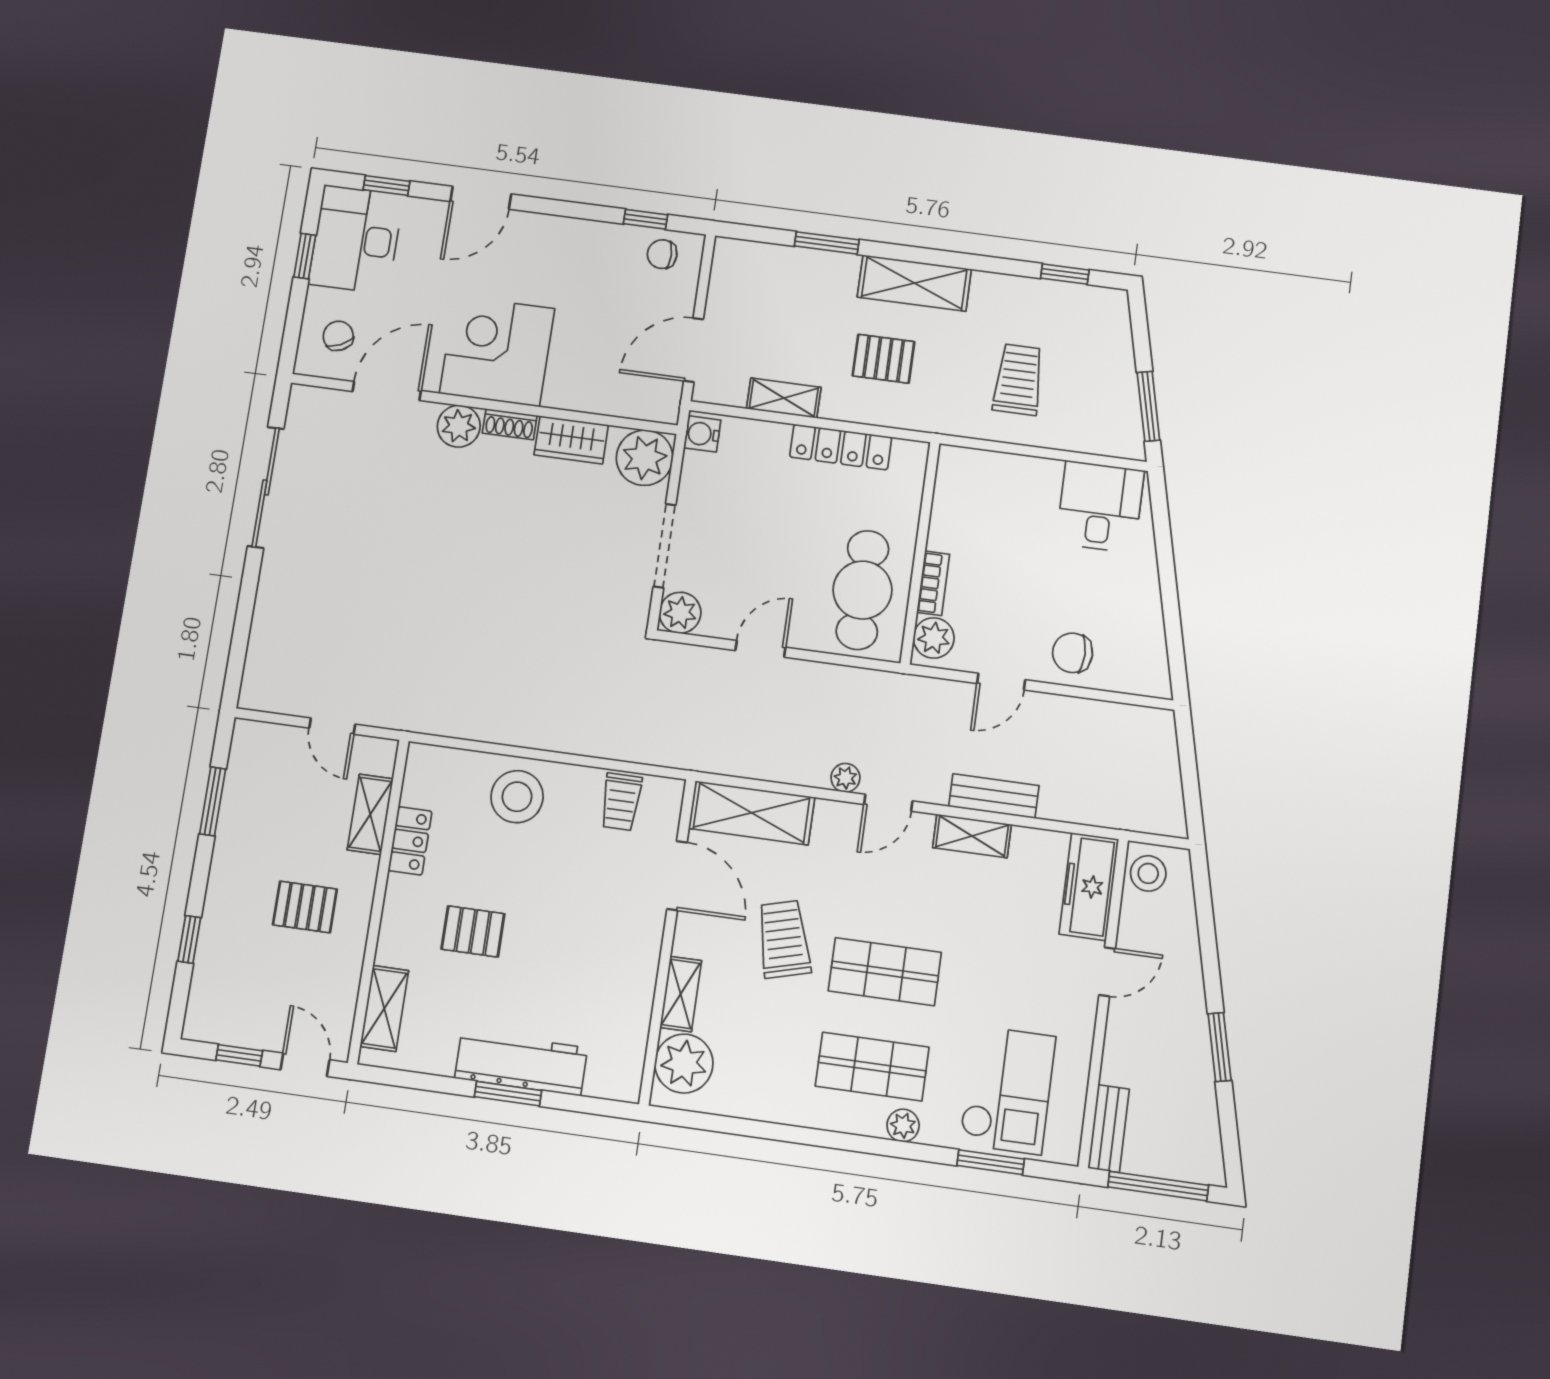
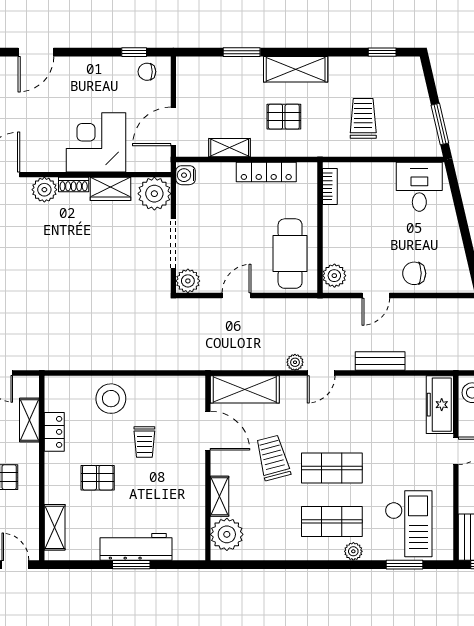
corner desk: (497, 351) -> (96, 142), moved
bookcase: (933, 583) -> (330, 186), moved
trolley: (621, 802) -> (144, 442), moved
shelving: (972, 836) -> (371, 385), removed

